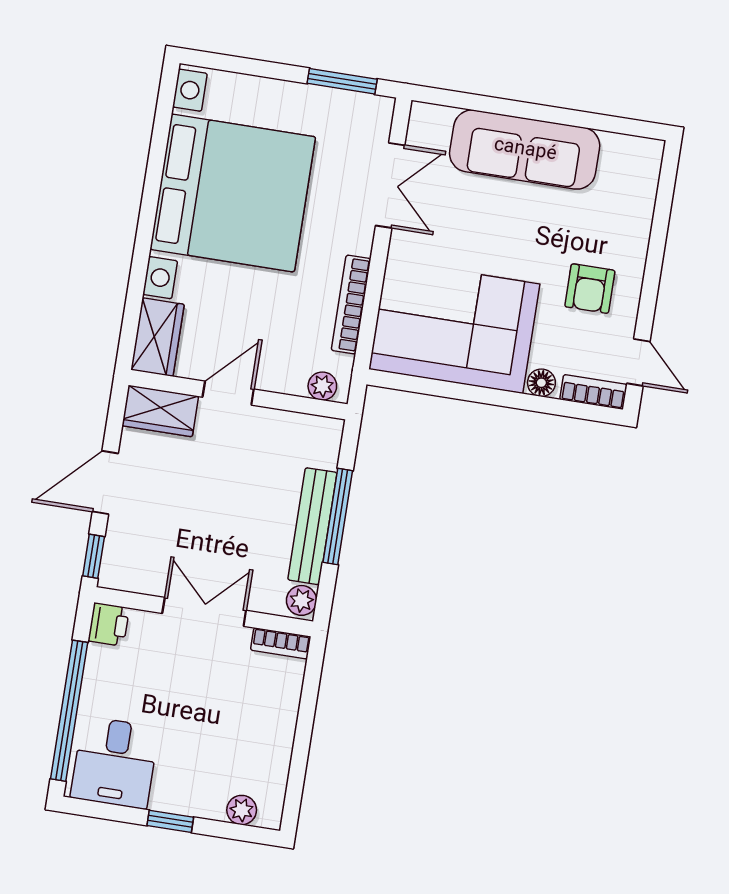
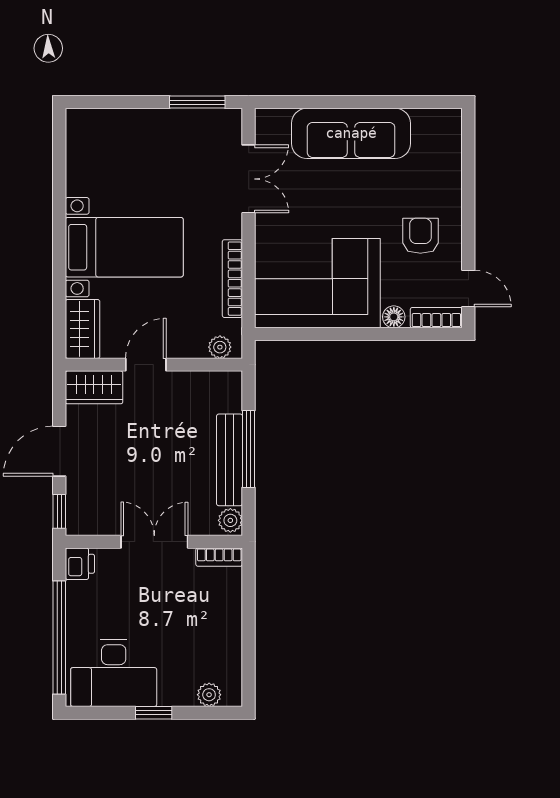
bed with nightstands: (233, 193) -> (124, 247), width x0.54
armchair: (590, 289) -> (420, 236), turned 180
desk: (115, 762) -> (114, 673), width x1.37

